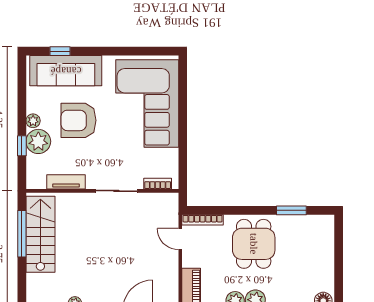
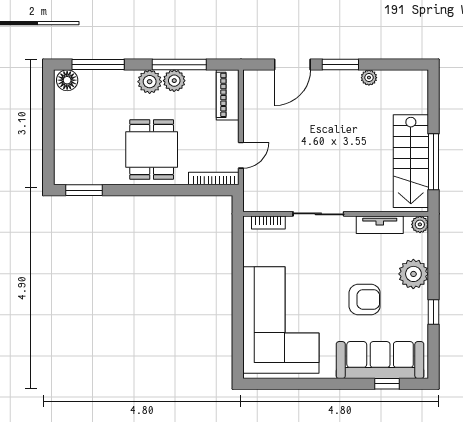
armchair: (79, 120) -> (365, 299), width x0.73, depth x0.73
plant: (33, 121) -> (420, 224), moved
window: (22, 146) -> (434, 312), moved
window: (291, 210) -> (84, 190), moved
door: (180, 239) -> (241, 155), hinge flipped

